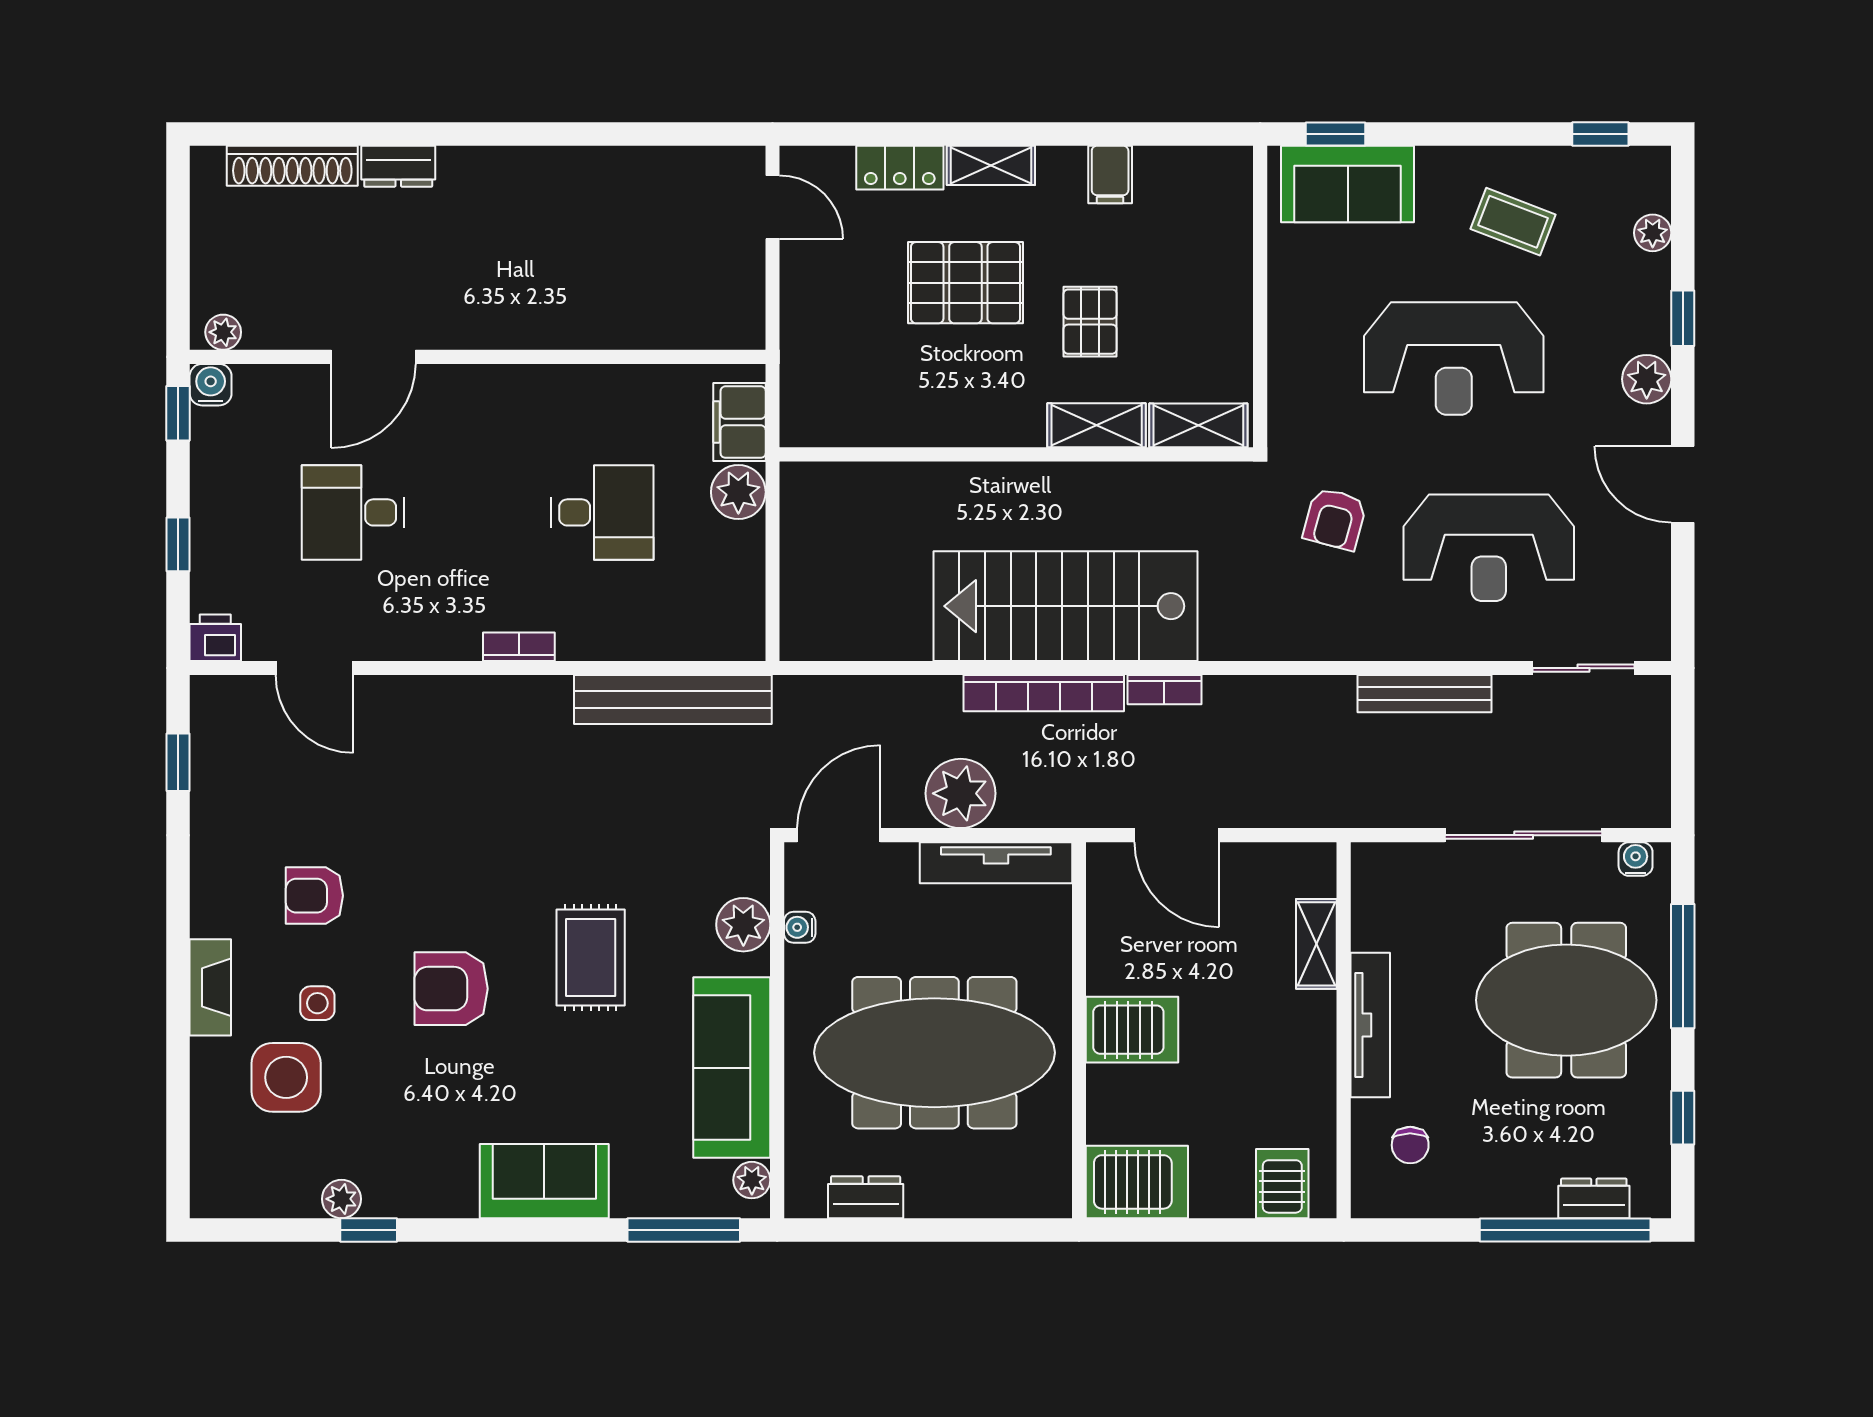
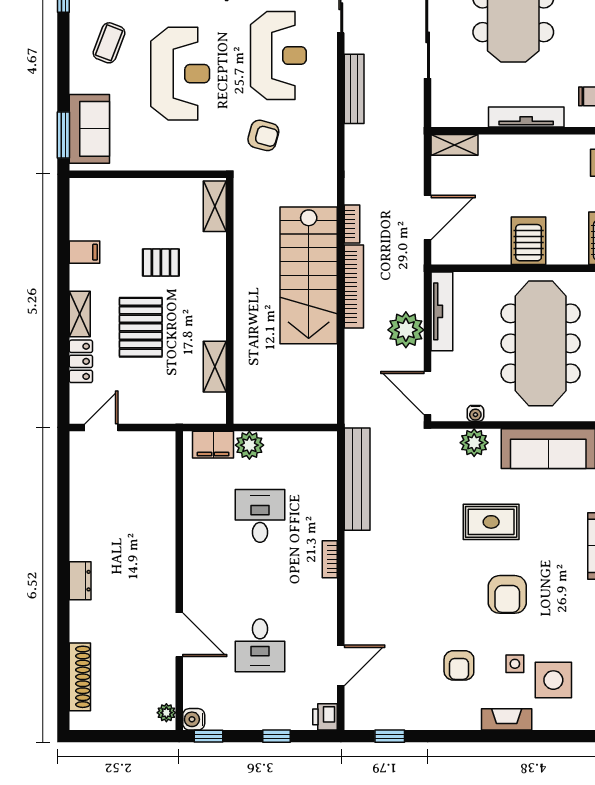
window: (1336, 134) -> (63, 135), width x1.50
dresser: (398, 166) -> (80, 581), moved
shelving: (1097, 425) -> (215, 367), moved
shelving: (1316, 944) -> (455, 145), moved

